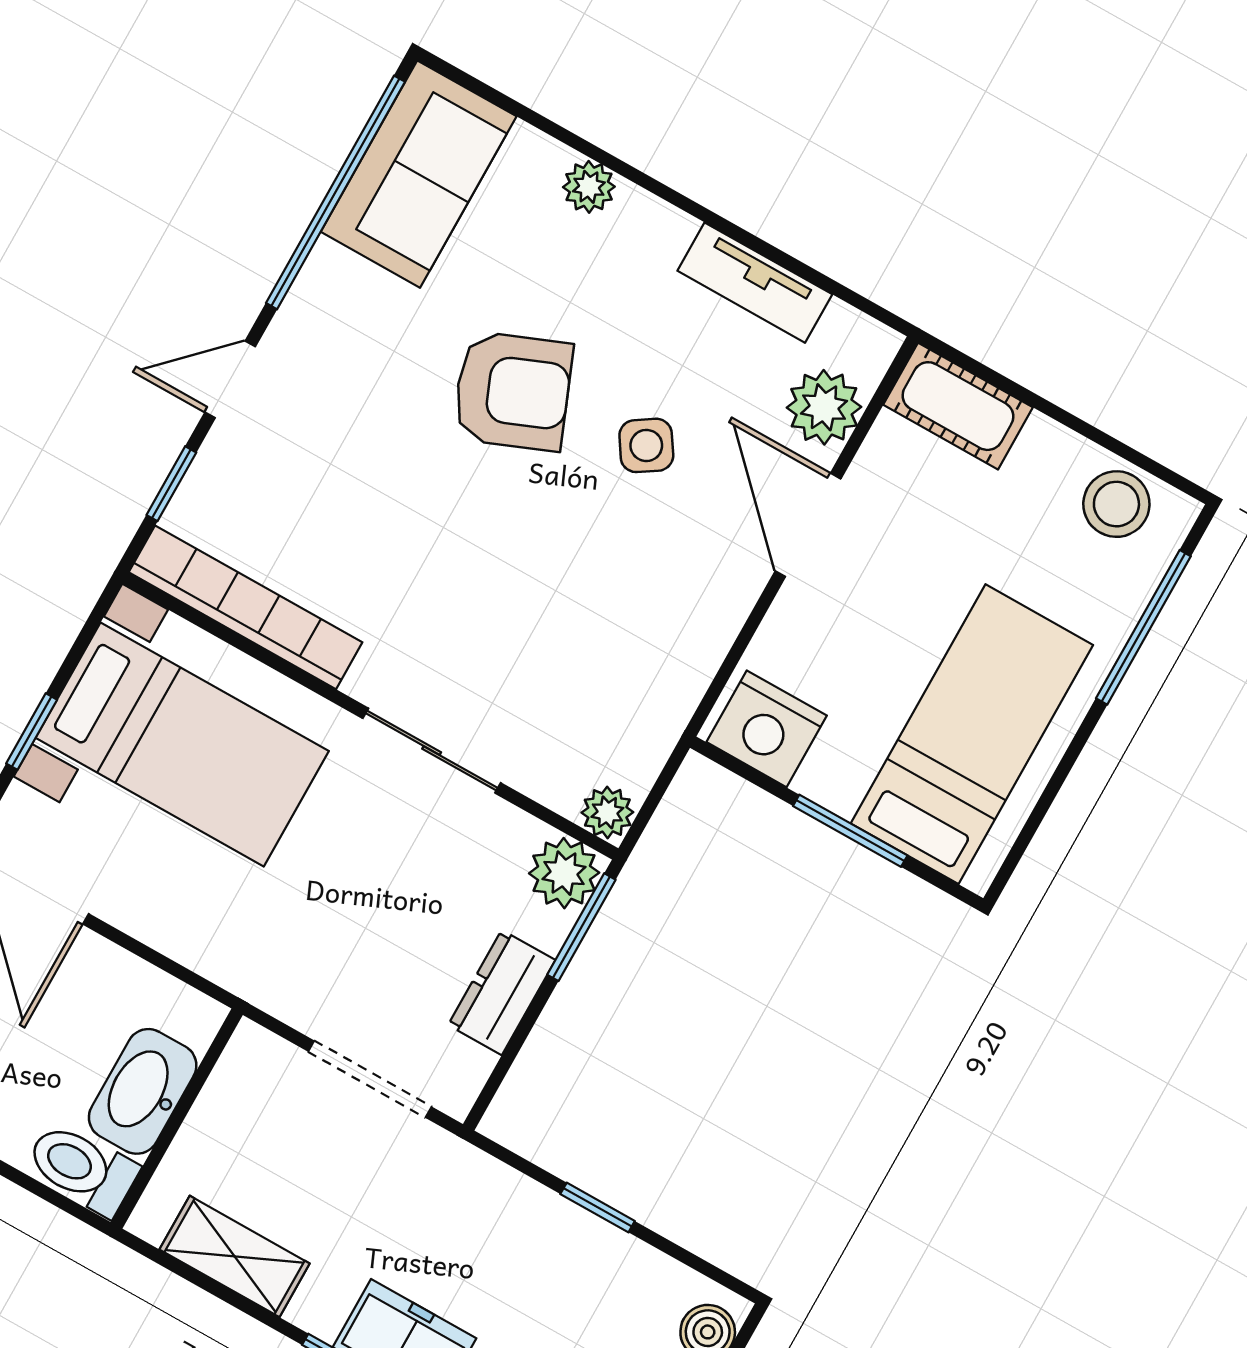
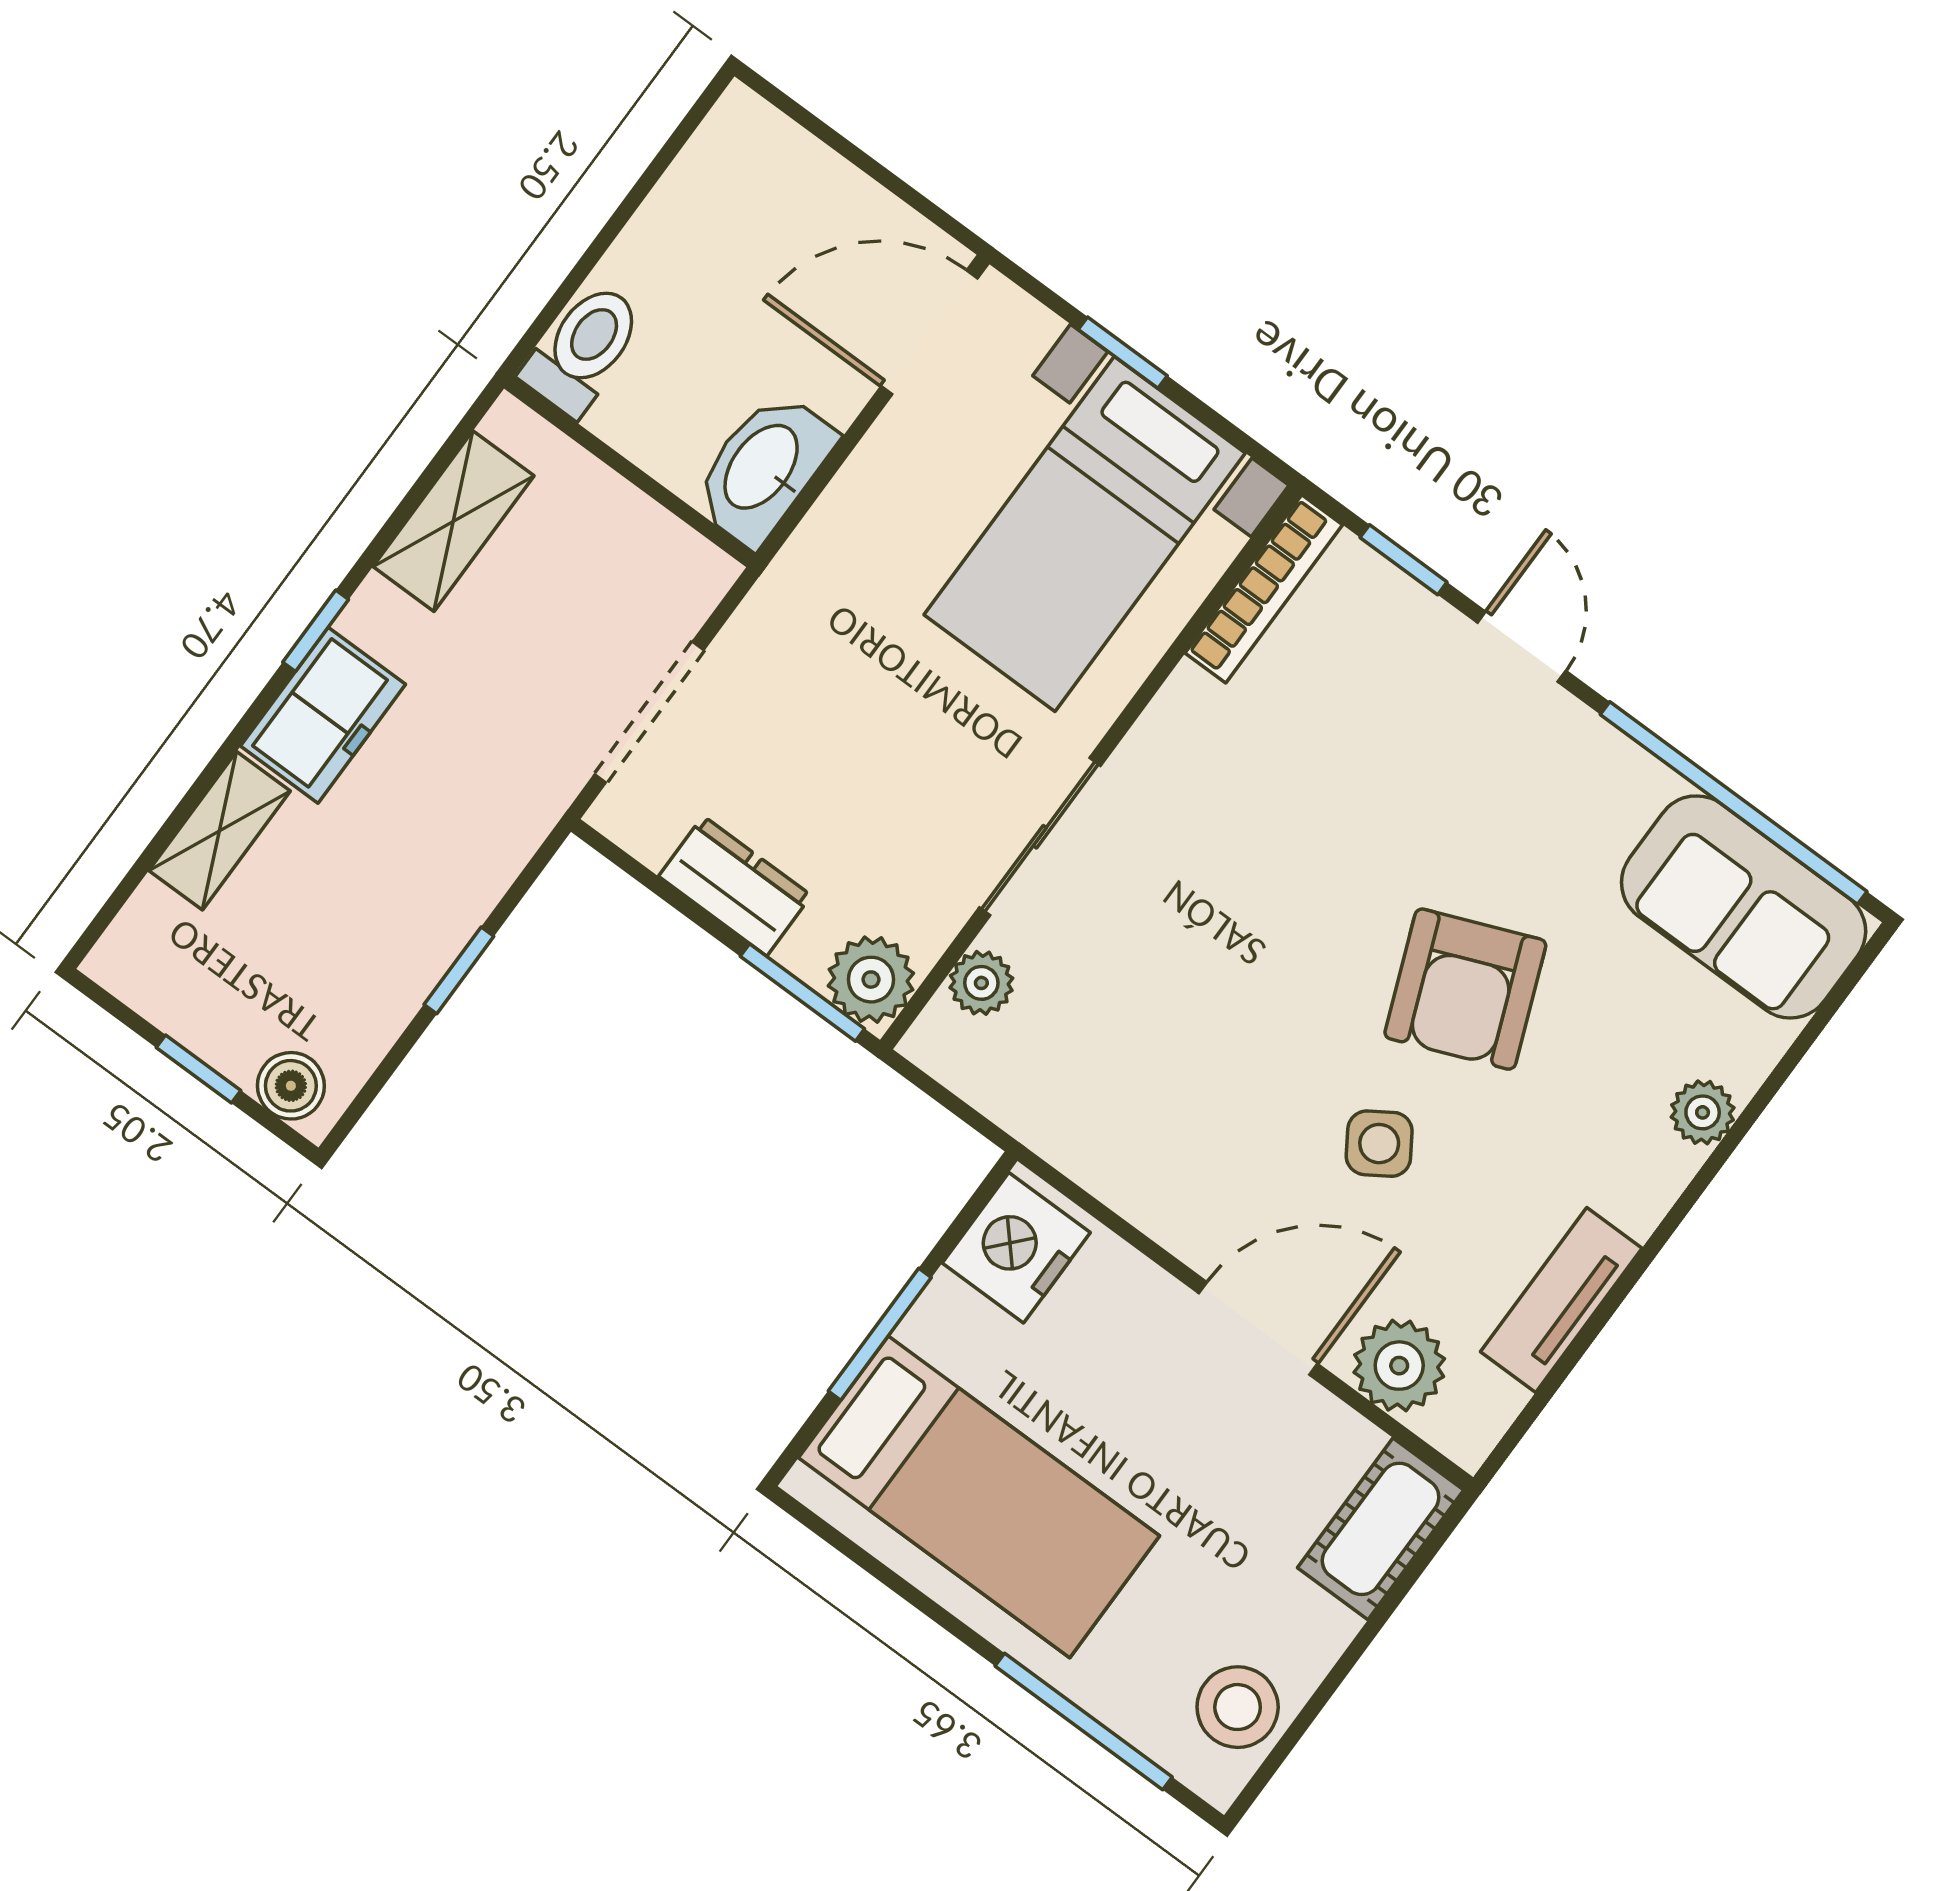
bookcase: (246, 607) -> (1264, 589), width x0.68, depth x0.76
plant: (607, 812) -> (981, 983), moved
washbasin: (143, 1091) -> (763, 468), moved, turned -90

